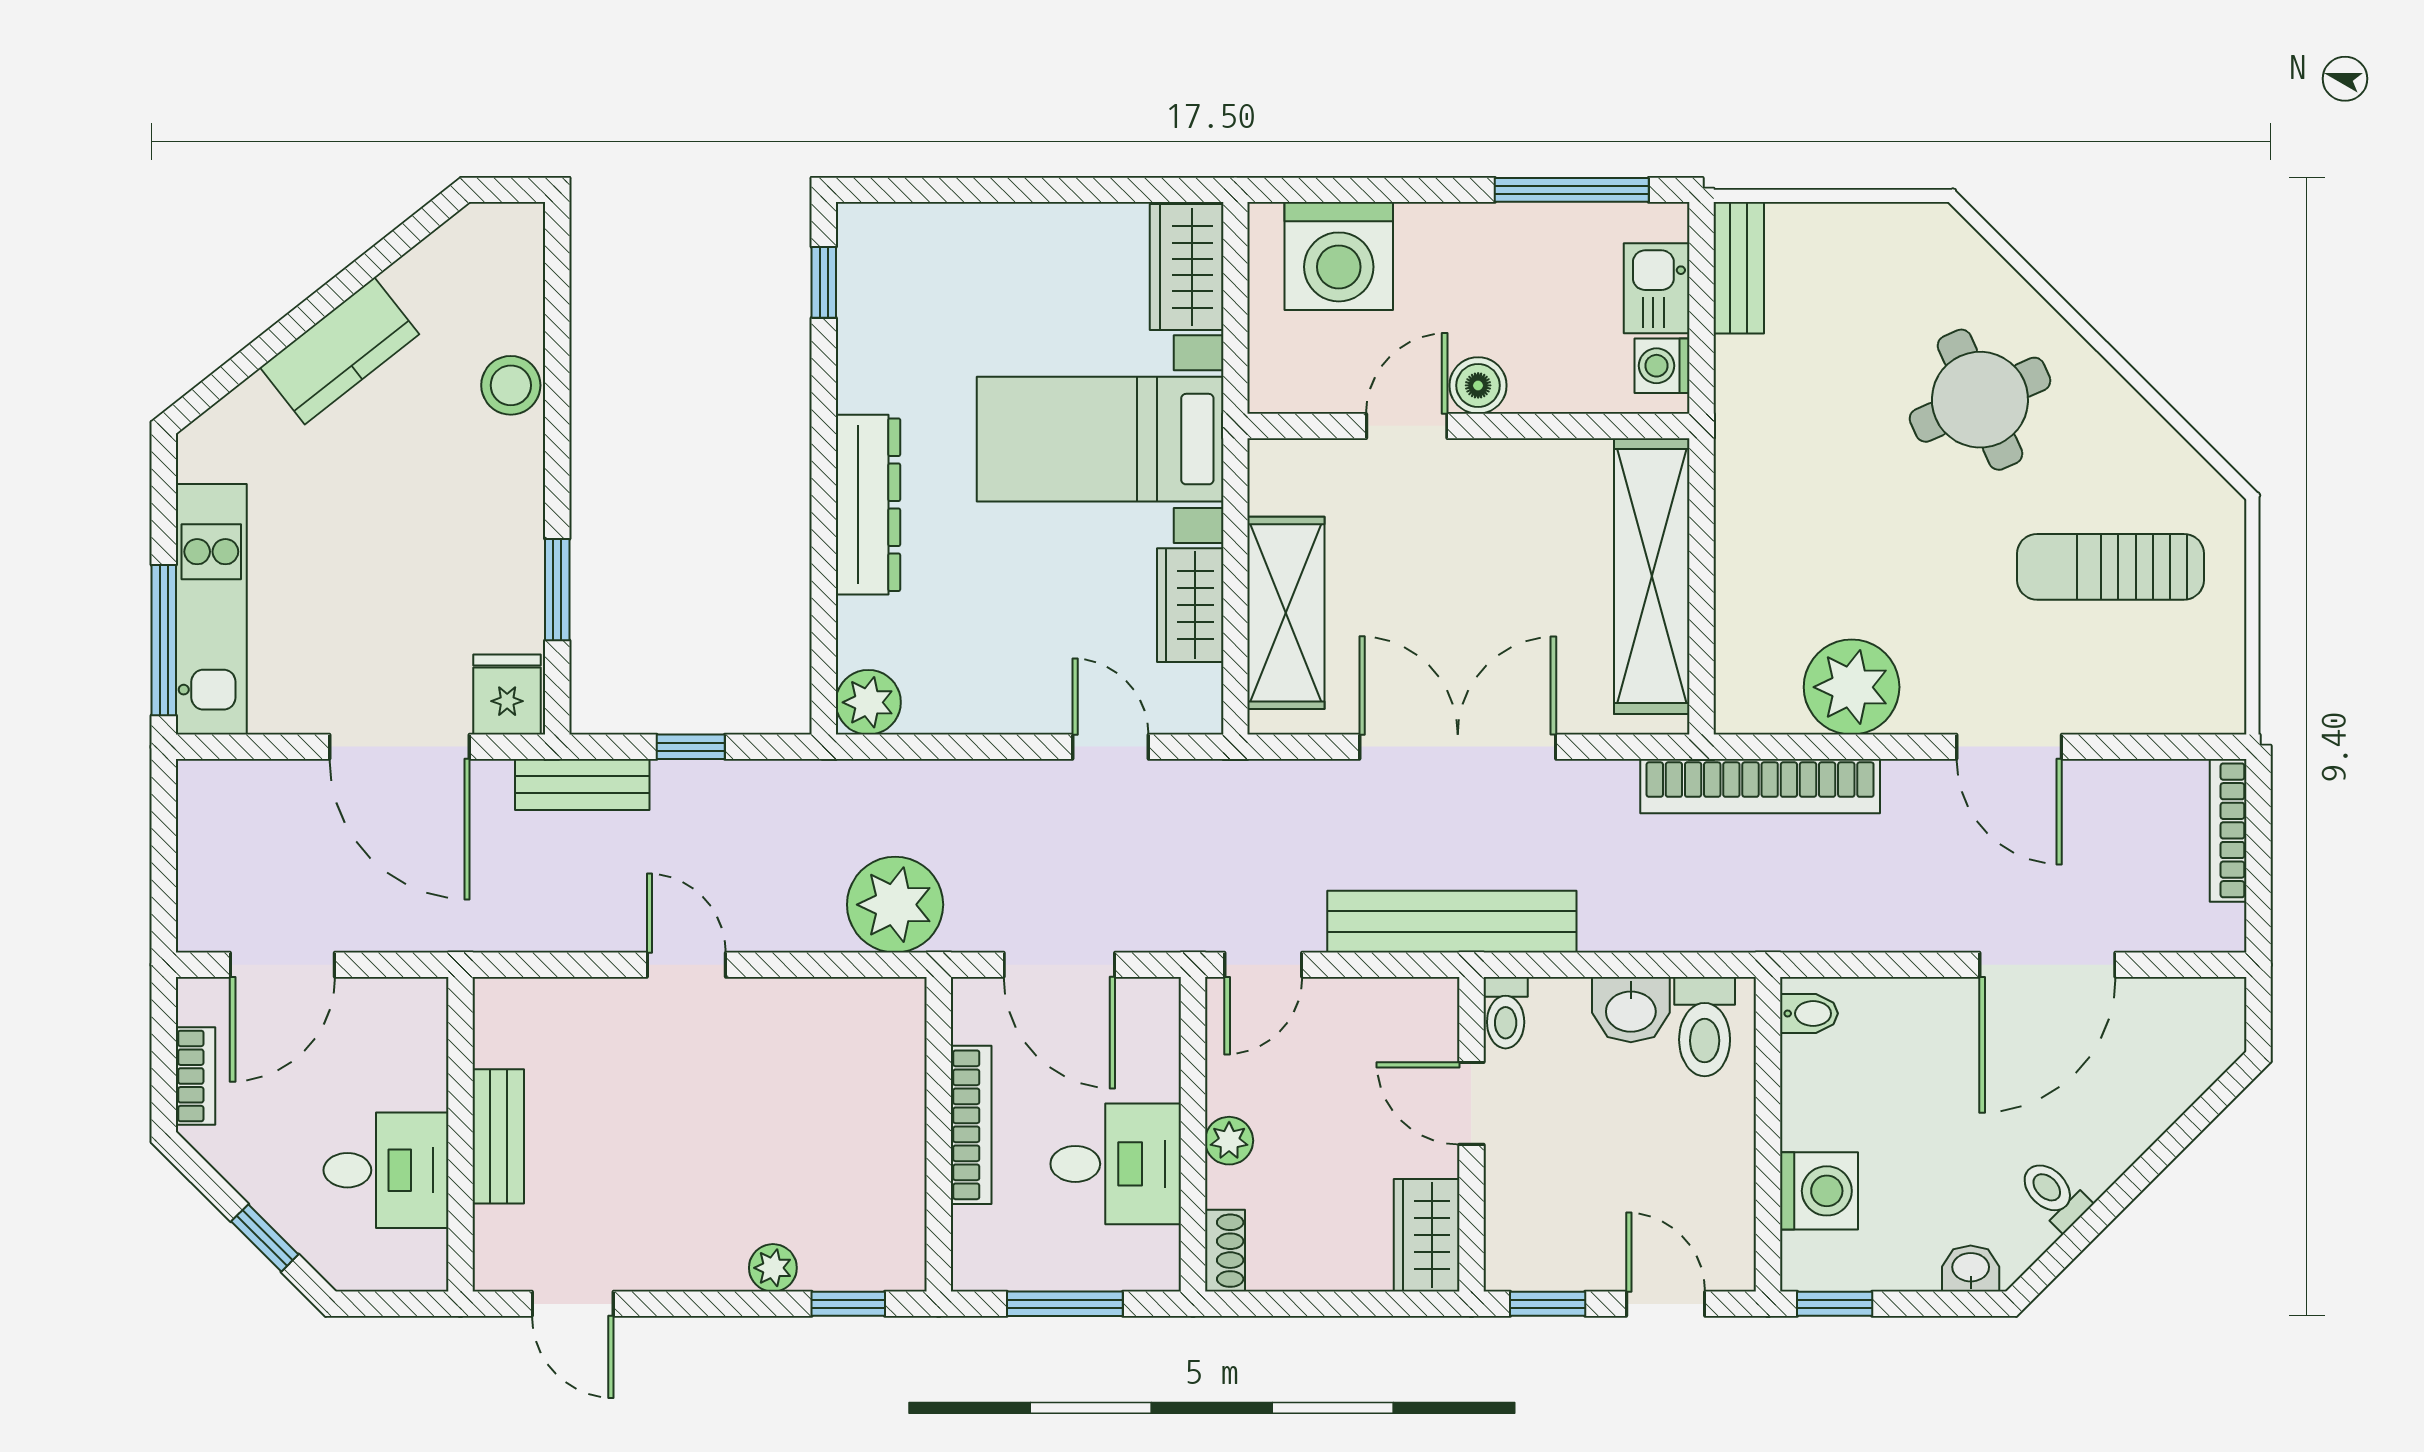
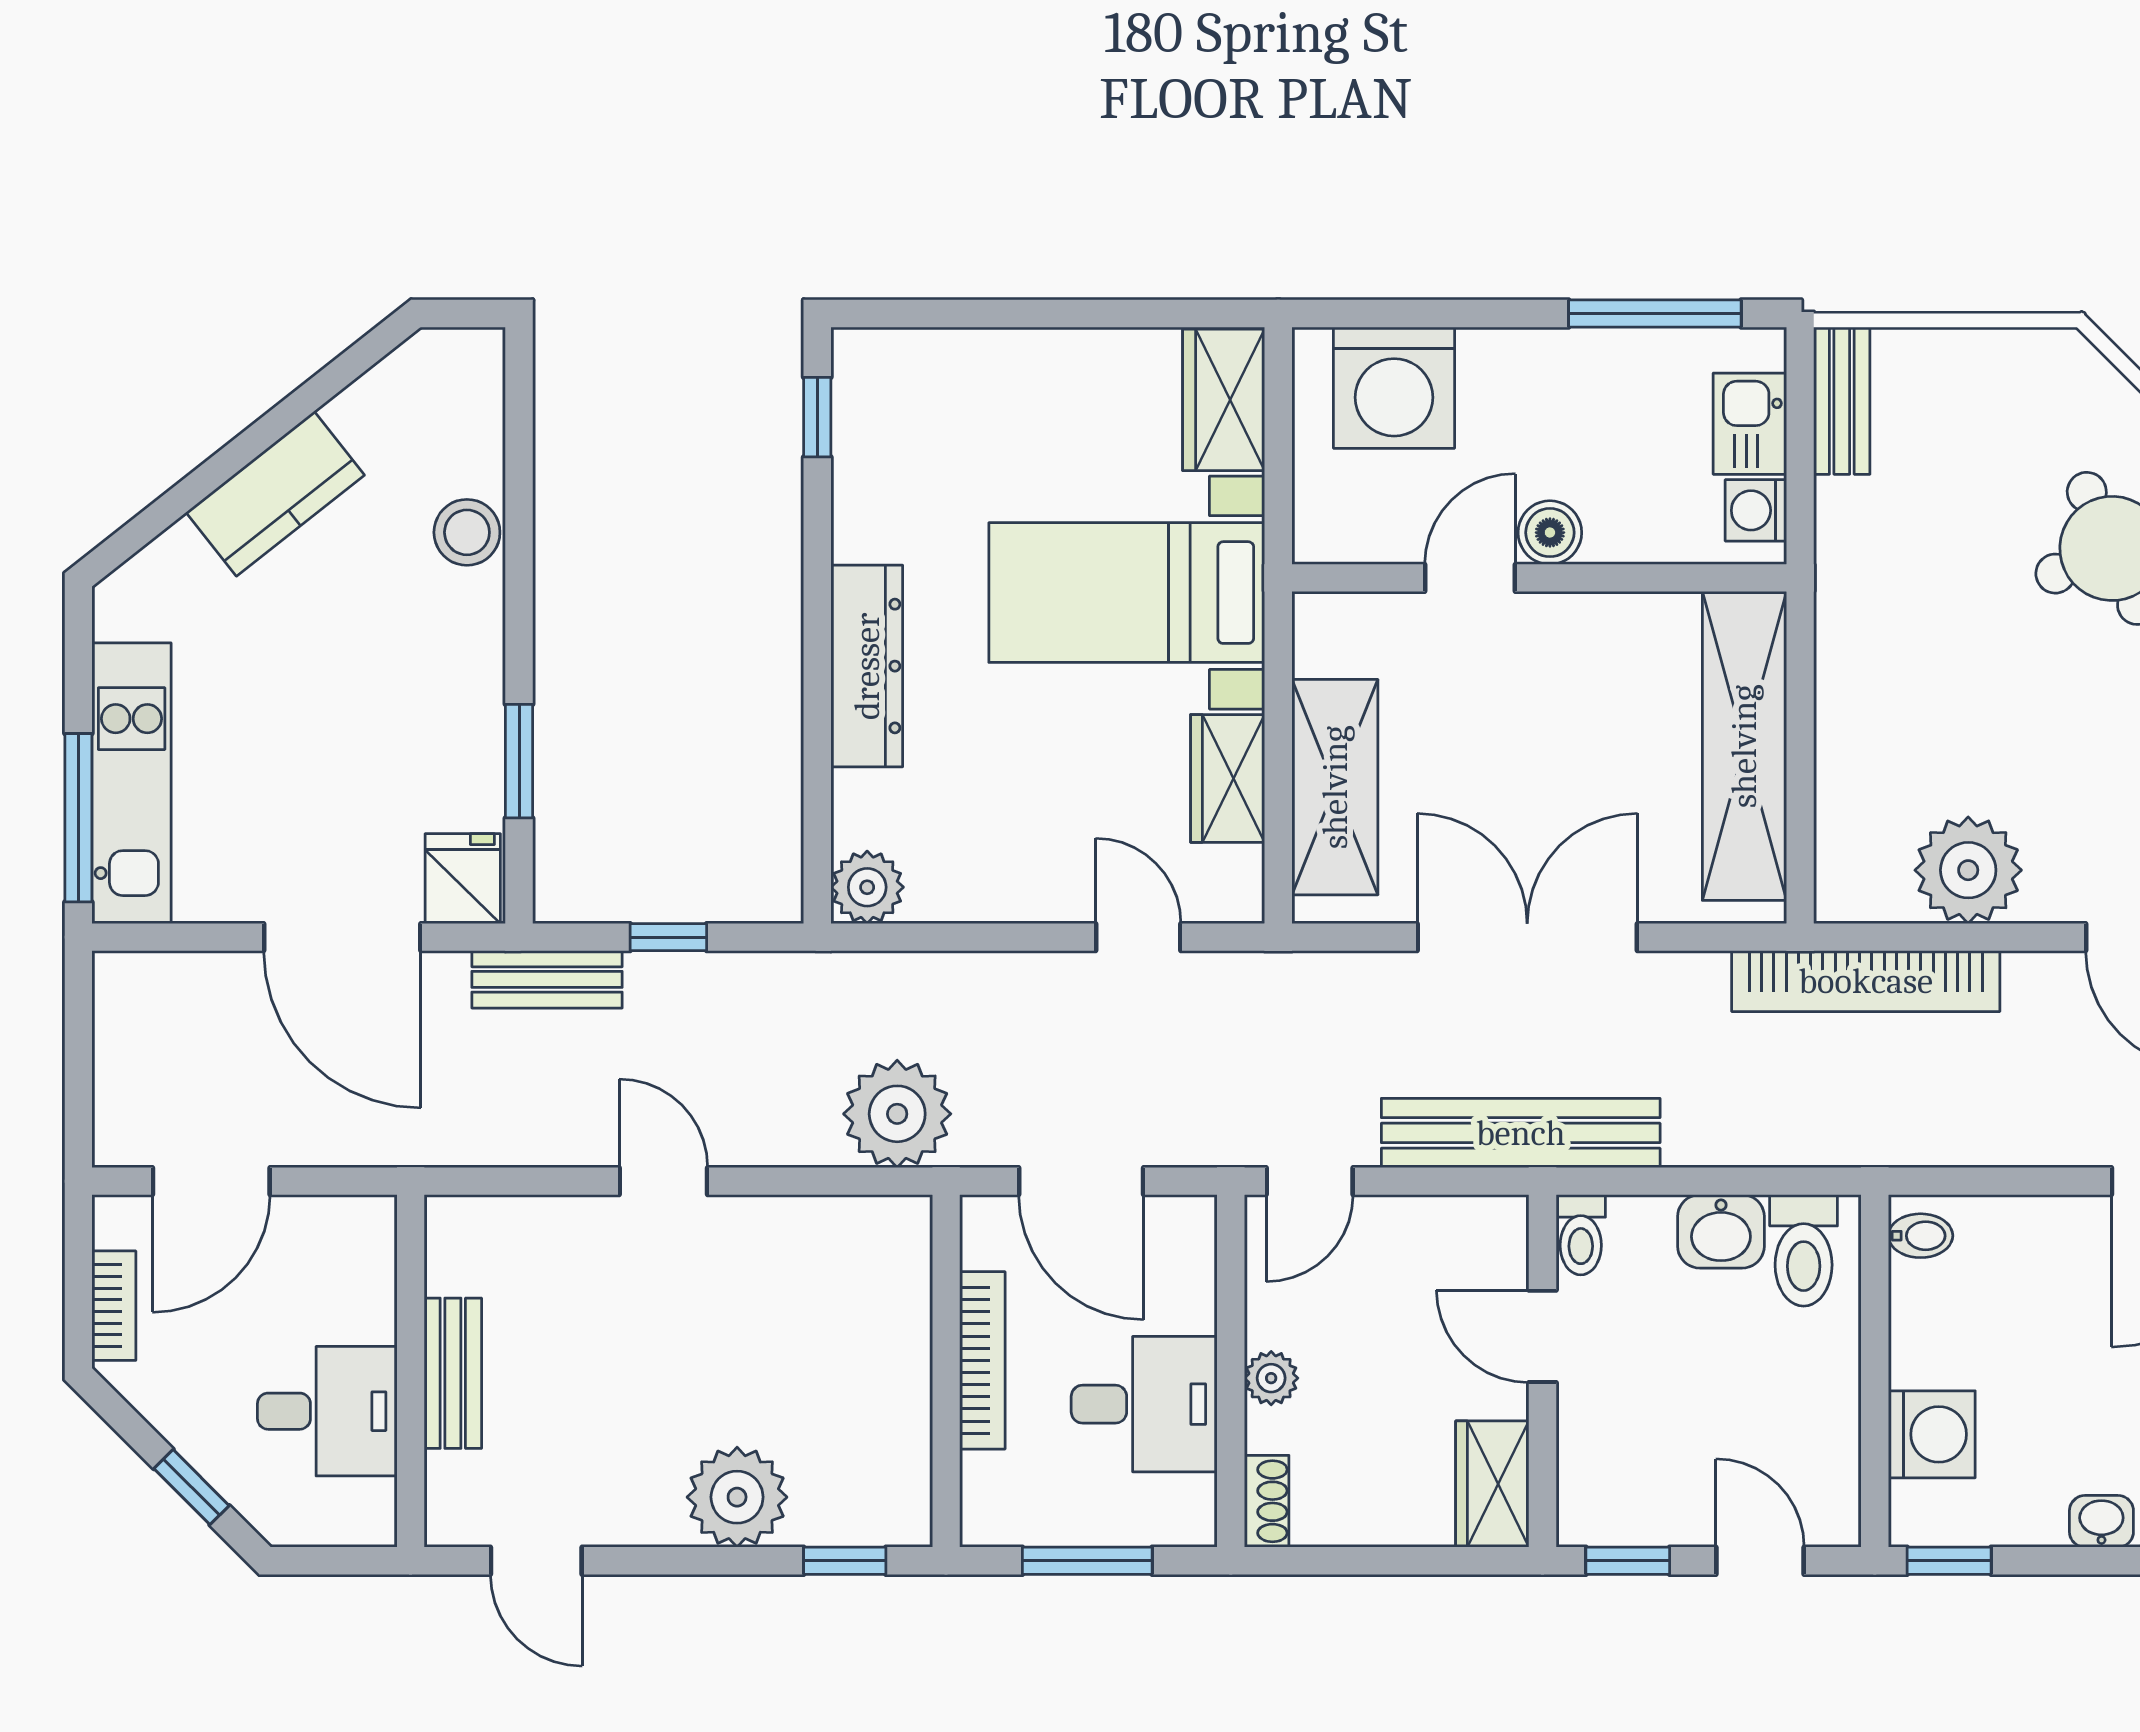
plant: (773, 1268) -> (737, 1497), width x1.88, depth x1.88

